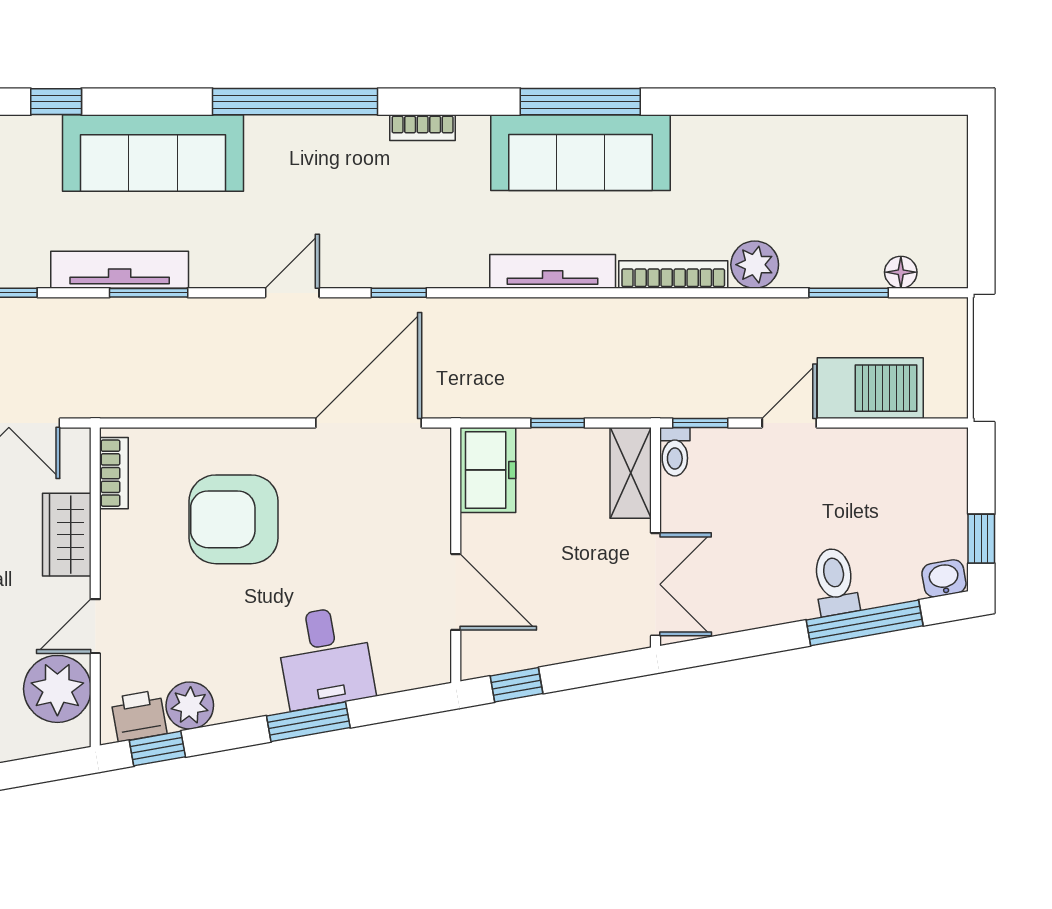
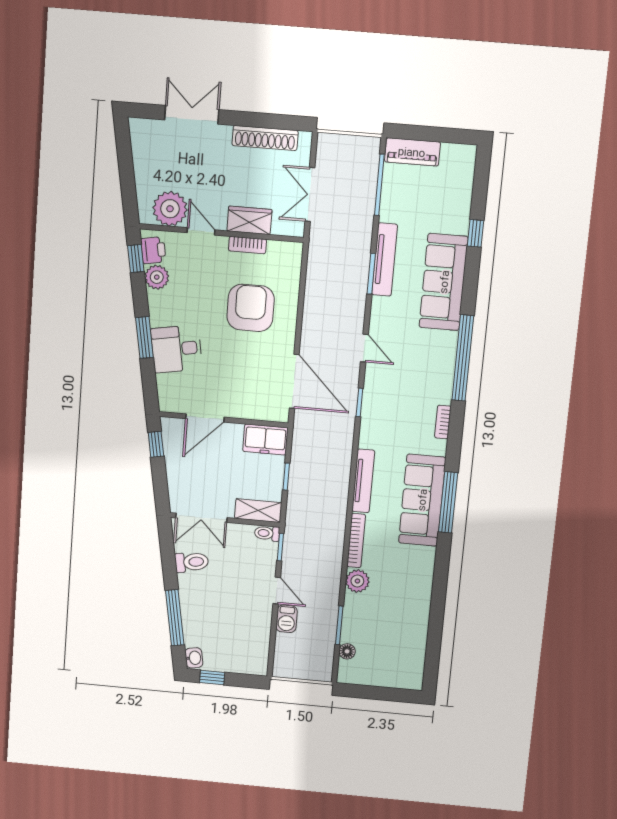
barbecue: (870, 388) -> (287, 619), width x0.53, depth x0.65
bookcase: (114, 473) -> (247, 245), moved
toilet: (835, 582) -> (192, 562), moved

